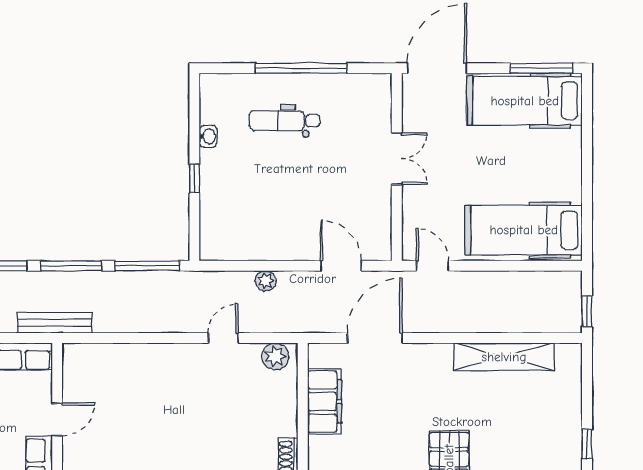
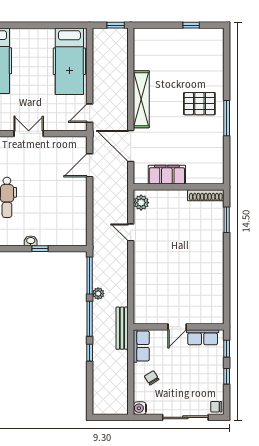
washbasin: (208, 136) -> (31, 241), moved
plant: (266, 281) -> (98, 294), moved
shelving: (504, 357) -> (141, 99), moved
door: (57, 419) -> (177, 327), swing flipped

